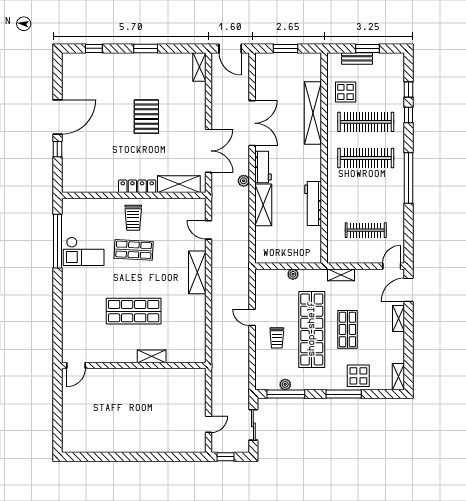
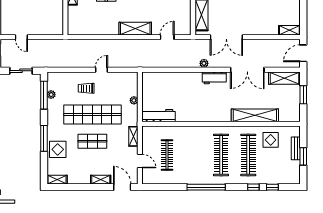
workbench: (313, 203) -> (159, 116), moved
shelving: (263, 205) -> (284, 78), moved
door: (392, 266) -> (140, 161), moved

